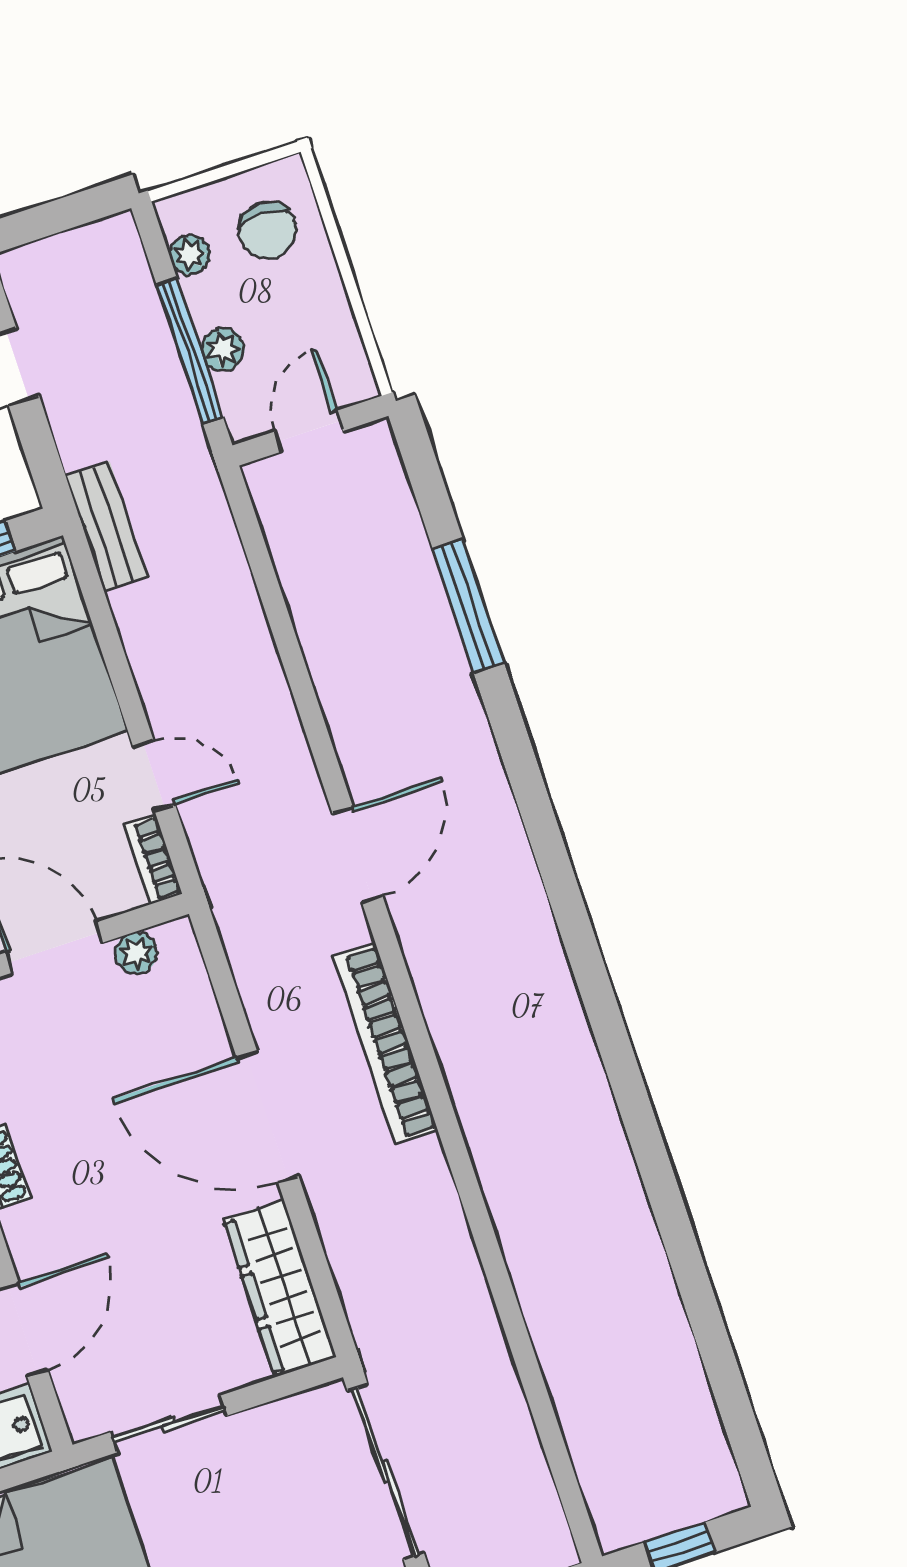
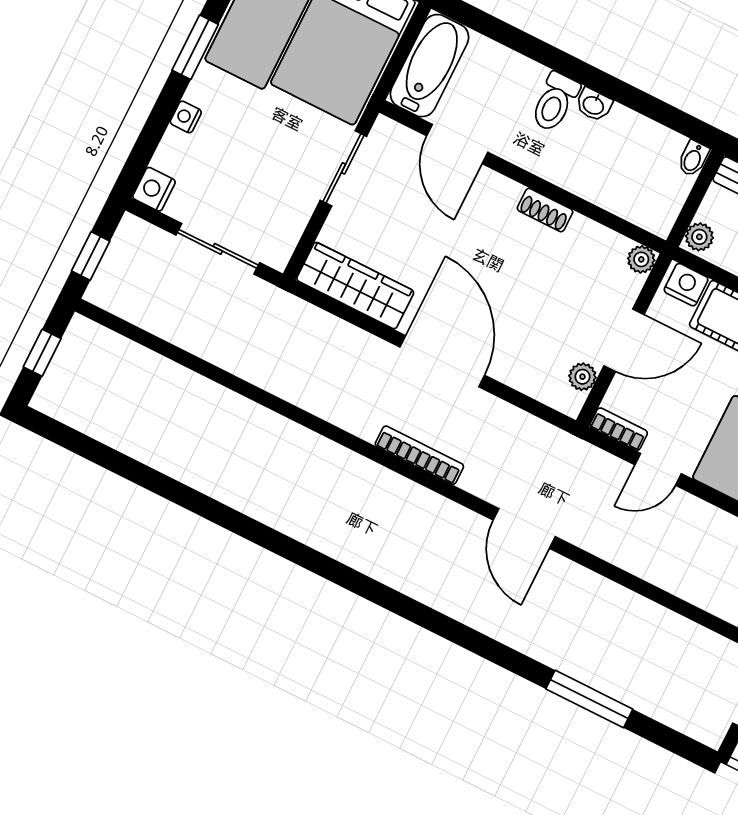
bookcase: (386, 1044) -> (419, 455), width x0.68, depth x0.76
door: (268, 1117) -> (442, 361), hinge flipped
sliding door: (386, 1472) -> (218, 249), width x0.73

